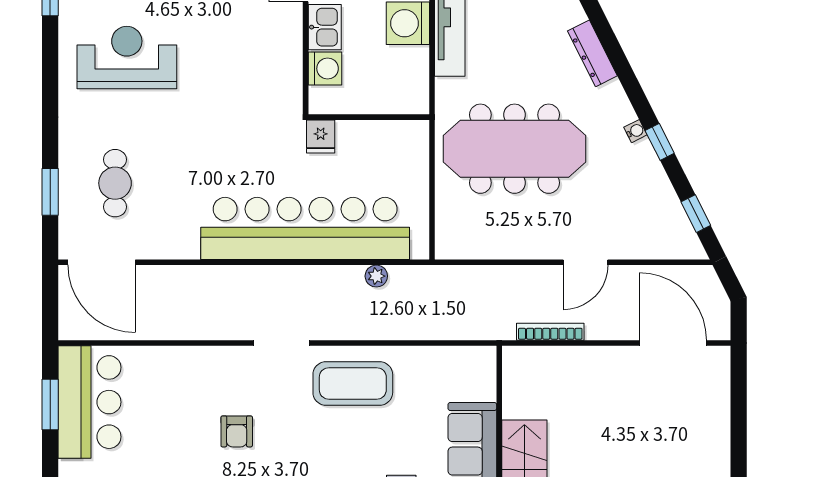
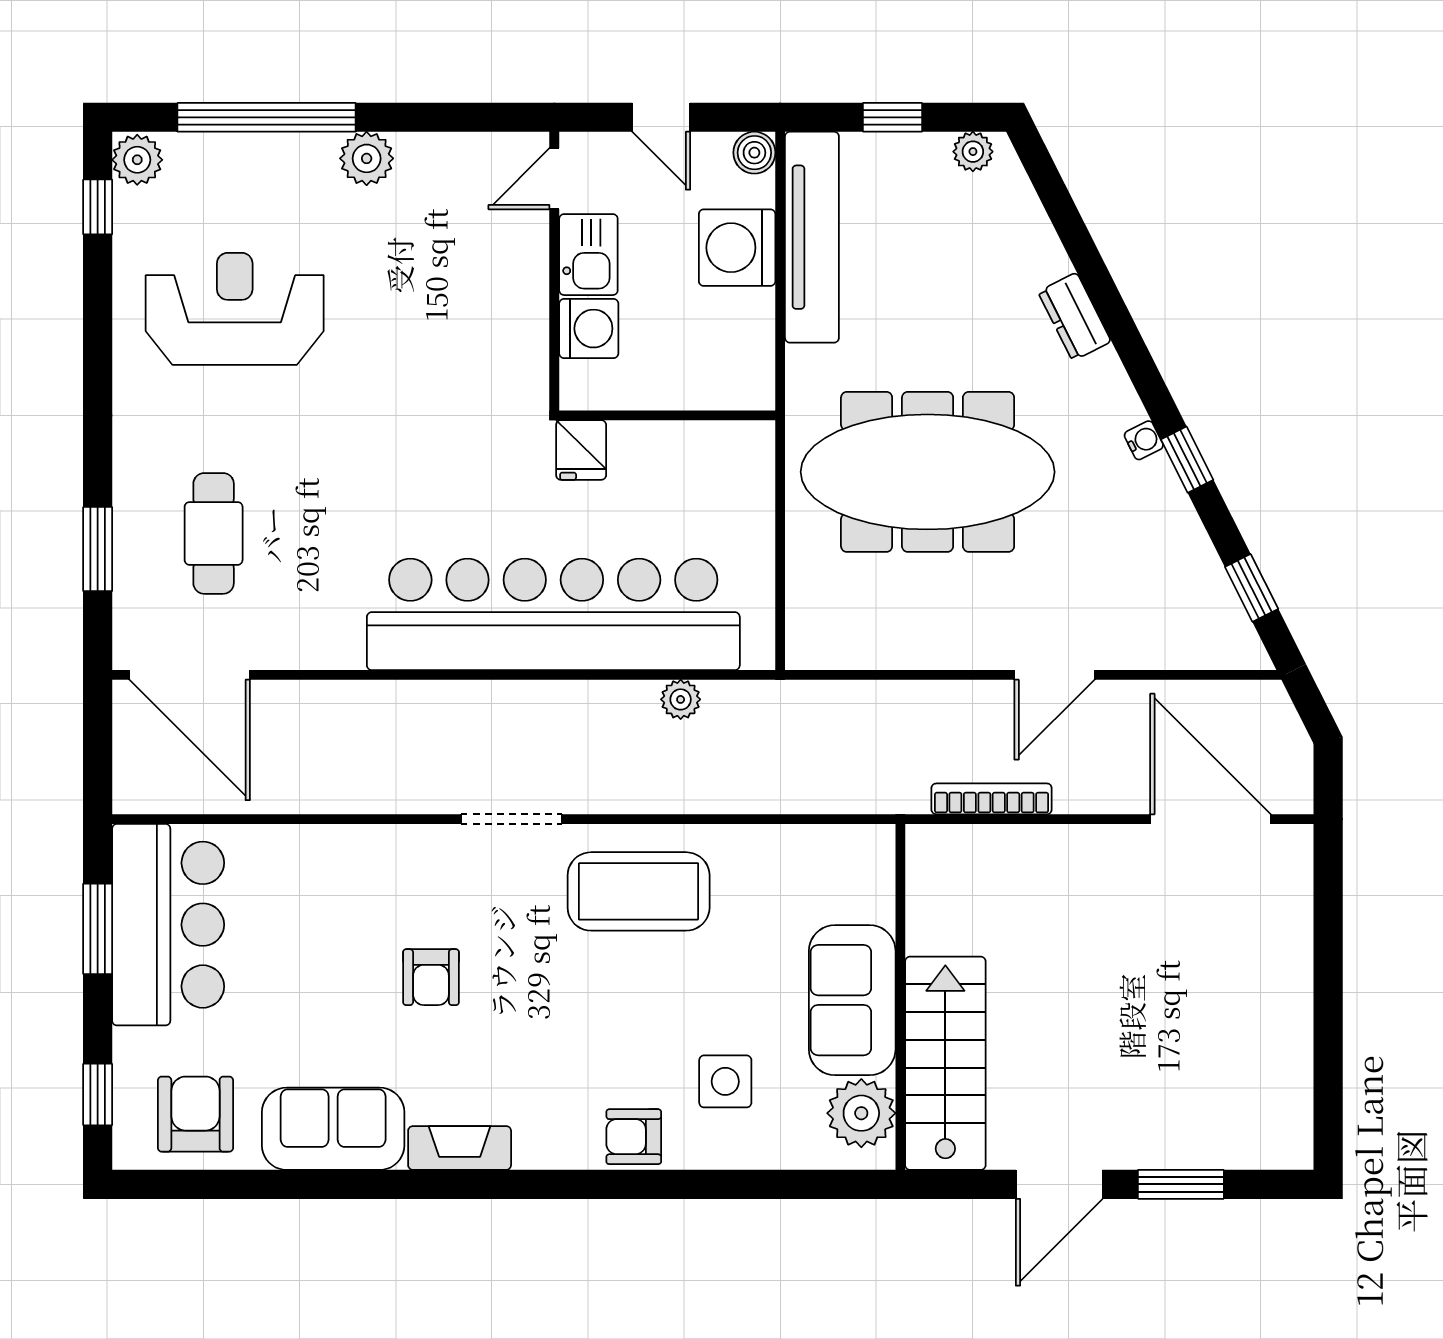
dresser: (592, 53) -> (1075, 317), width x0.70

